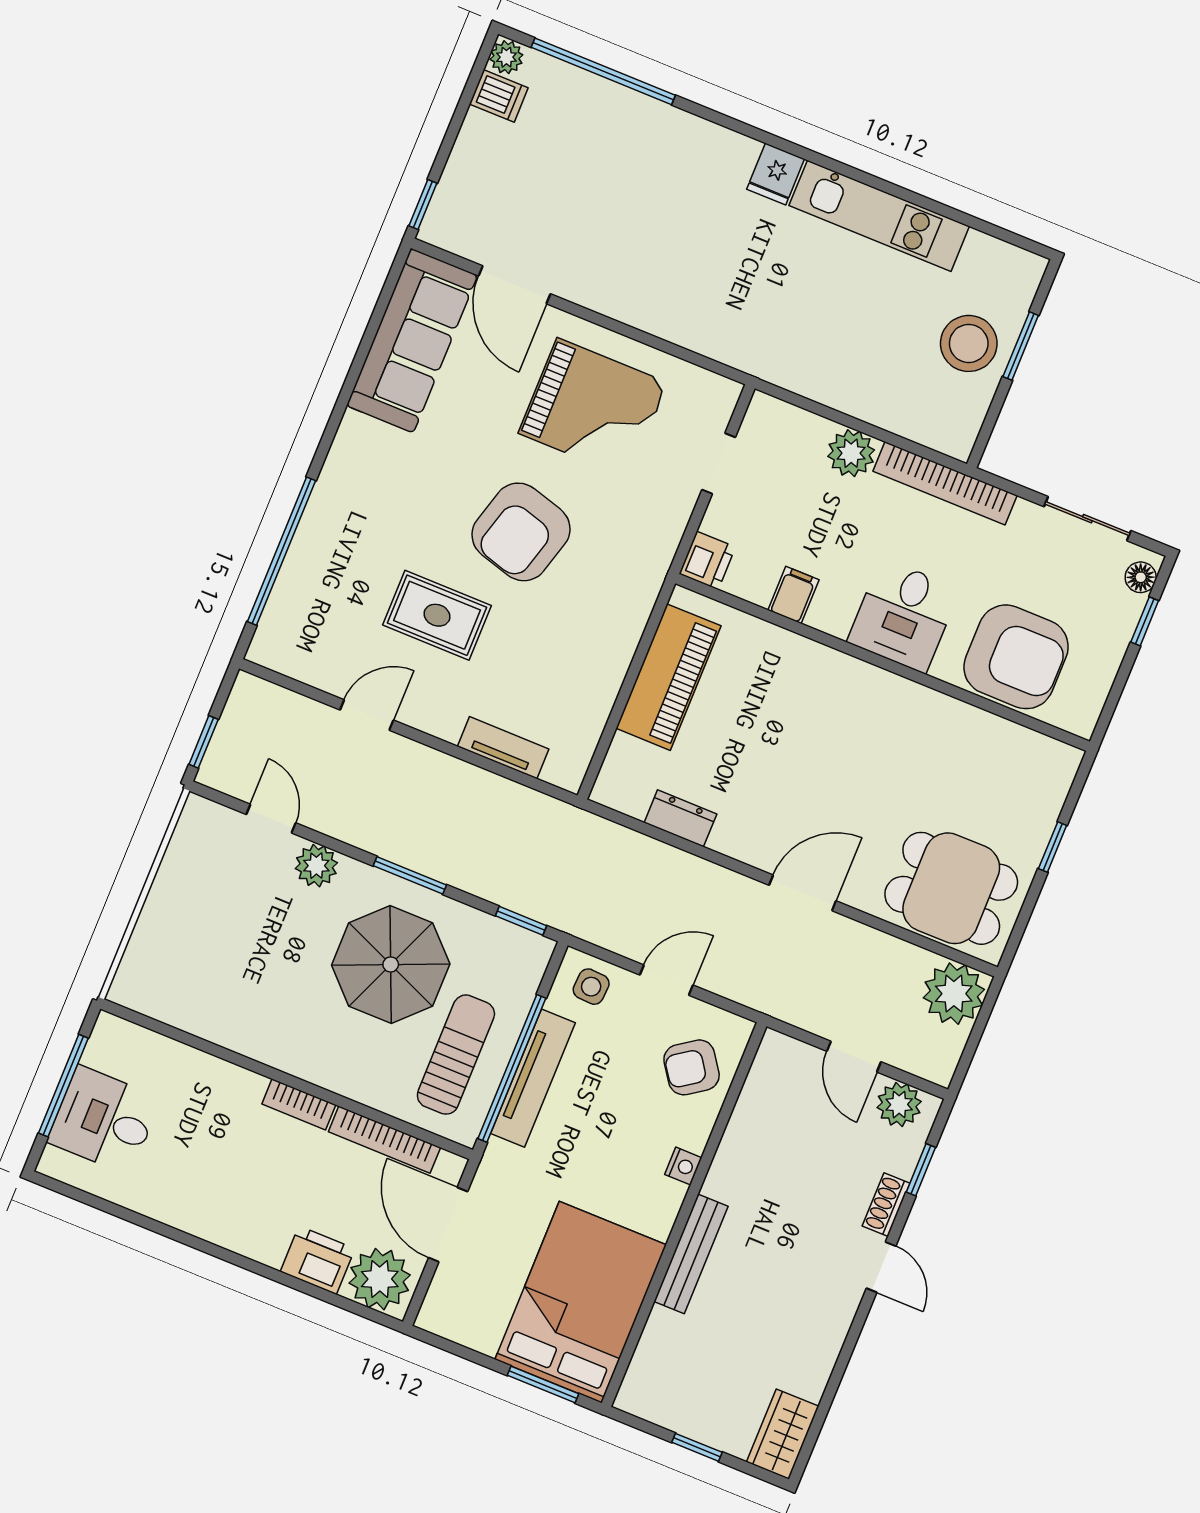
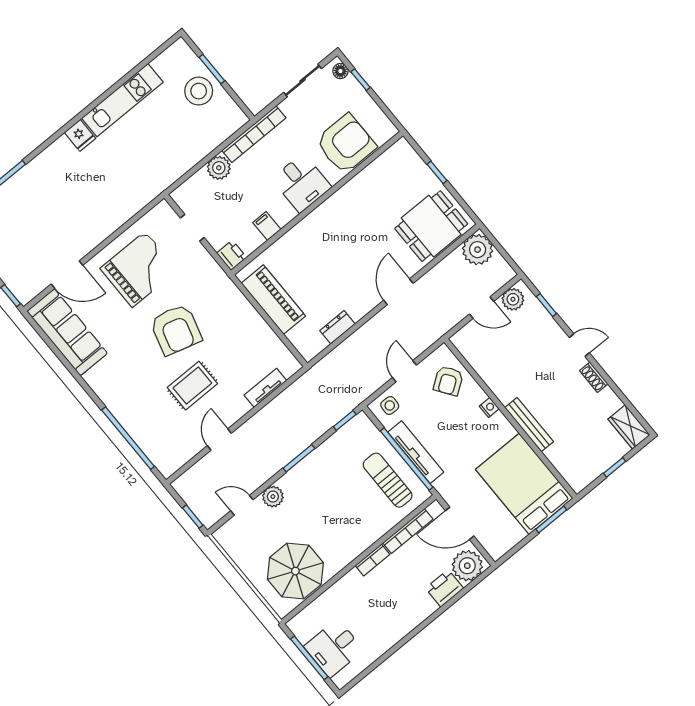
parasol: (391, 964) -> (295, 571), moved
shoe rack: (886, 1205) -> (594, 377), moved

